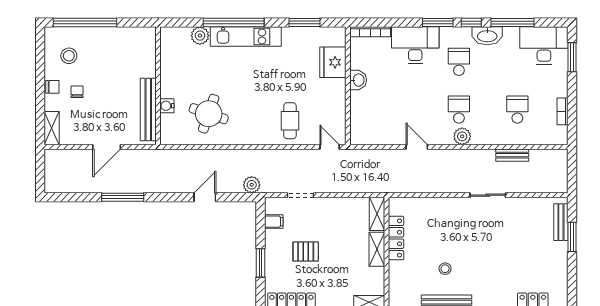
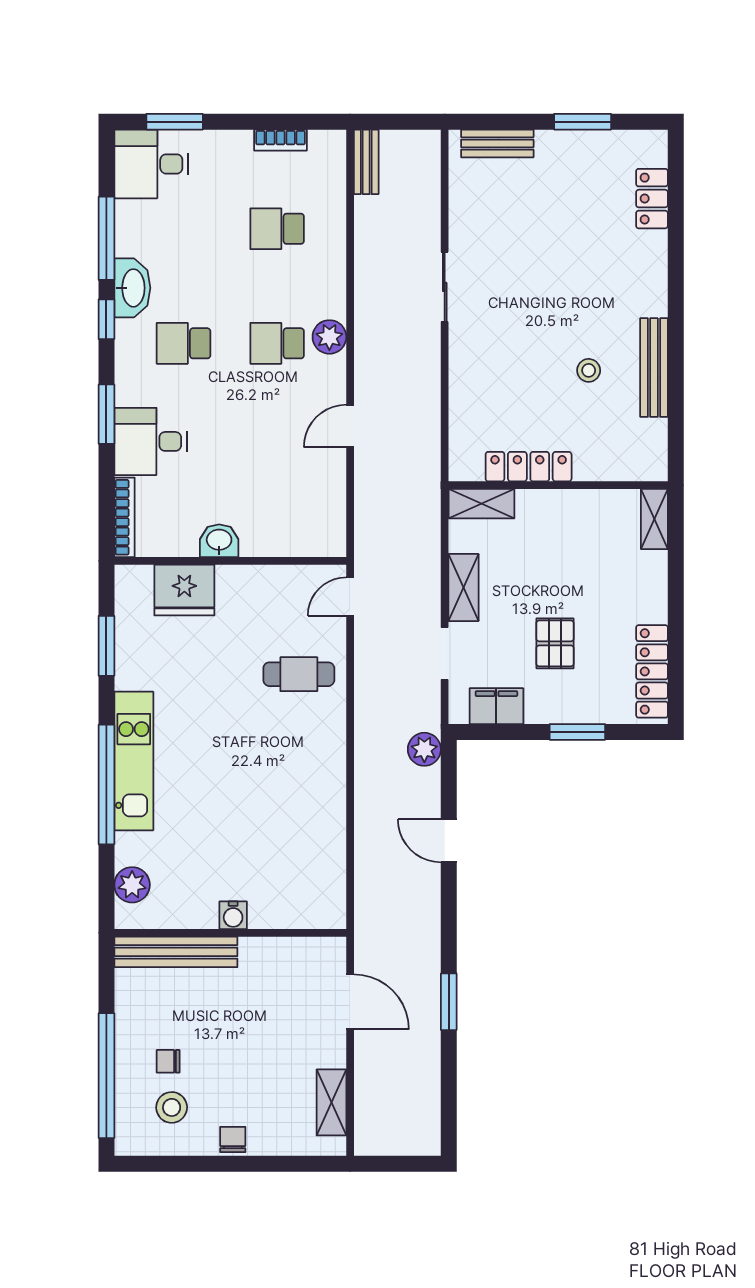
window: (438, 23) -> (106, 414), moved
plant: (200, 36) -> (132, 885), moved
desk: (415, 45) -> (151, 441), width x0.73
desk: (544, 45) -> (151, 164), width x0.73
chair: (77, 92) -> (168, 1061), moved
water cooler: (167, 106) -> (233, 915), moved
bench: (148, 110) -> (176, 952), moved
round table: (209, 114) -> (285, 833), removed
shelving: (52, 128) -> (331, 1102), moved, turned 90
door: (107, 147) -> (350, 1002), moved
bench: (512, 155) -> (366, 162), moved
window: (123, 197) -> (449, 1002), width x0.69
filing cabinet: (274, 222) -> (496, 706), width x2.00
window: (572, 237) -> (583, 122), moved
shelving: (377, 249) -> (464, 588), moved, turned 90

